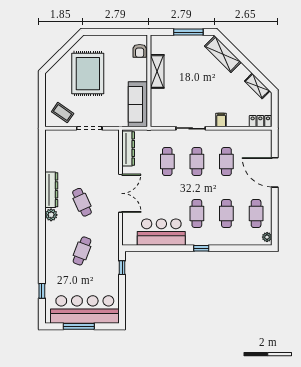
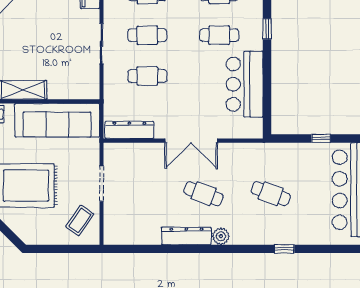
sofa: (138, 104) -> (57, 120), width x1.36, depth x1.27
double door: (120, 193) -> (191, 141), swing flipped
cafe table: (82, 202) -> (204, 194), turned 45
window: (122, 268) -> (321, 138), moved
window: (42, 291) -> (284, 249), moved

